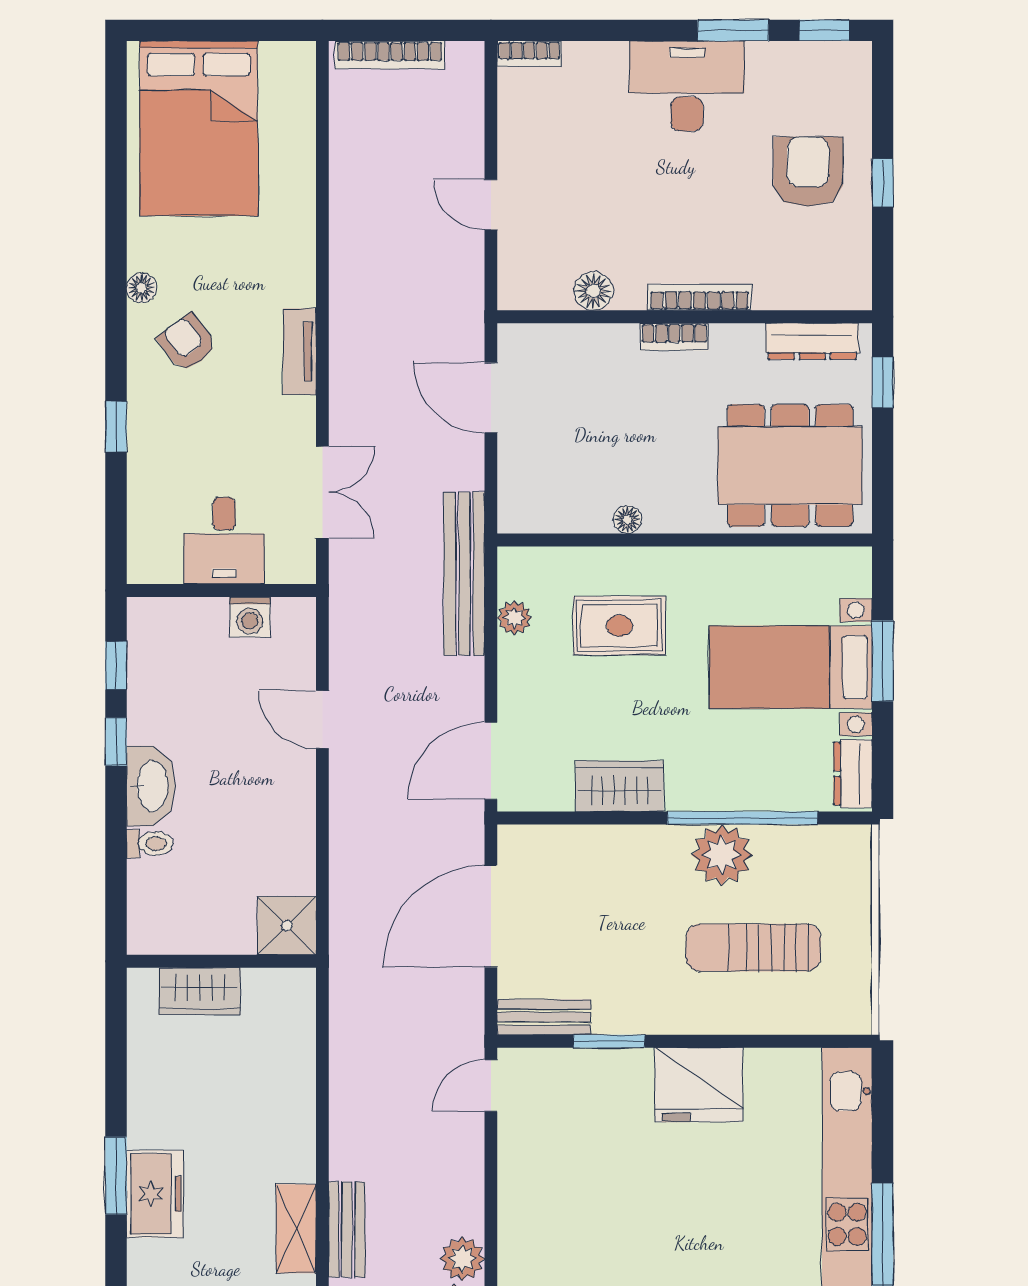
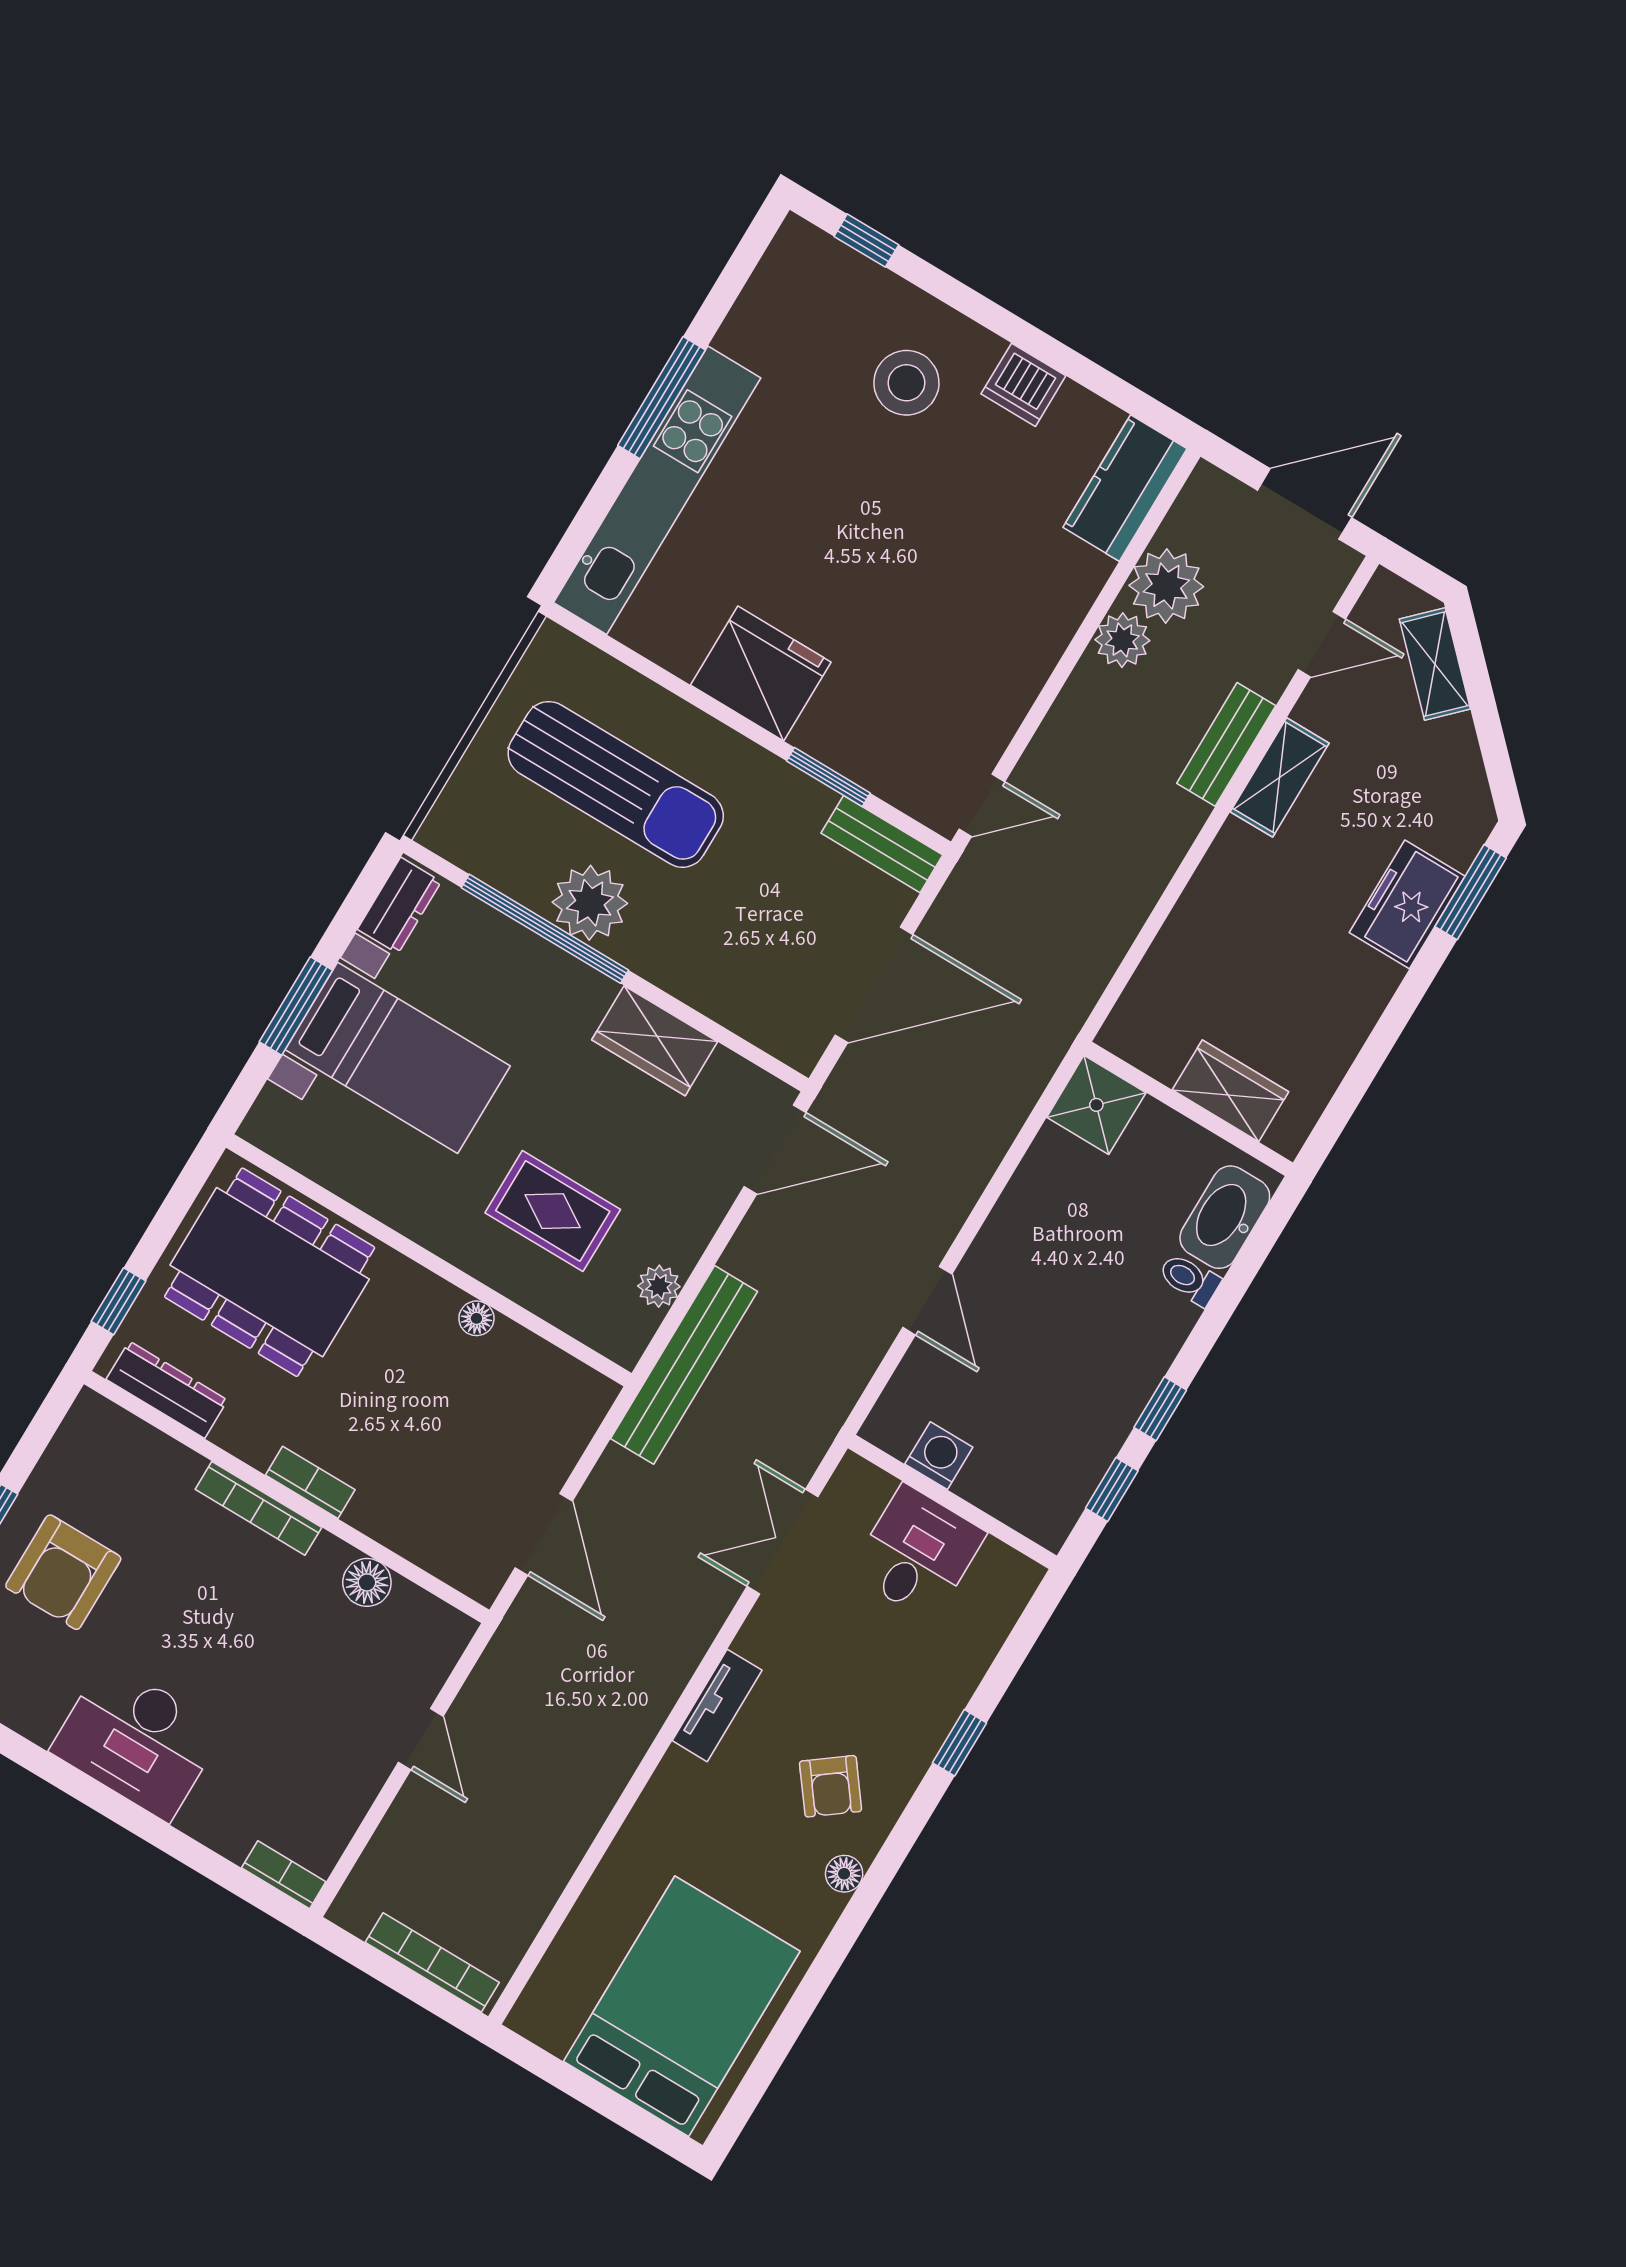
window: (733, 30) -> (53, 1770), removed
washbasin: (151, 786) -> (1225, 1217), moved
sun lounger: (753, 948) -> (616, 784), width x1.36, depth x1.34
window: (116, 1176) -> (1471, 892), moved

